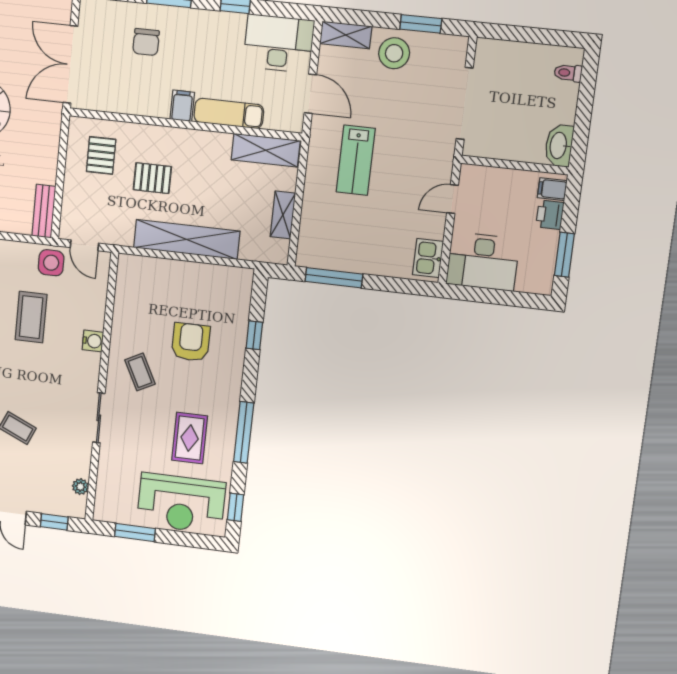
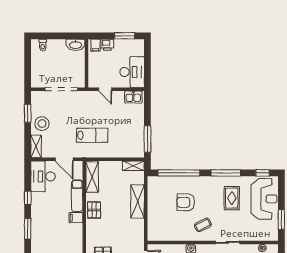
chair: (146, 42) -> (49, 237), removed
door: (310, 94) -> (64, 159), swing flipped
pallet: (152, 178) -> (94, 210), moved
shelving: (283, 215) -> (133, 166), moved
shelving: (187, 239) -> (138, 201), width x0.68
window: (254, 335) -> (179, 173), width x3.17
rug: (190, 438) -> (232, 198), turned 90

